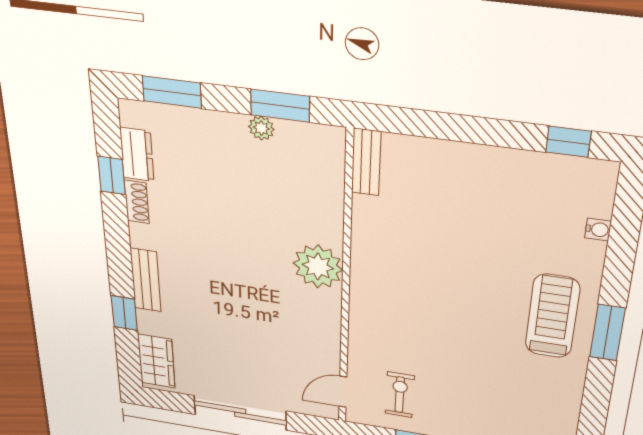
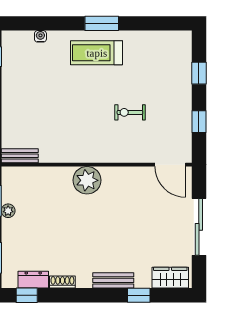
window: (112, 175) -> (27, 295), moved
door: (343, 392) -> (170, 165), width x1.38
exercise bike: (400, 395) -> (130, 112), moved

